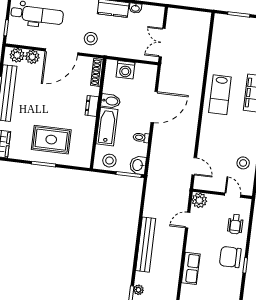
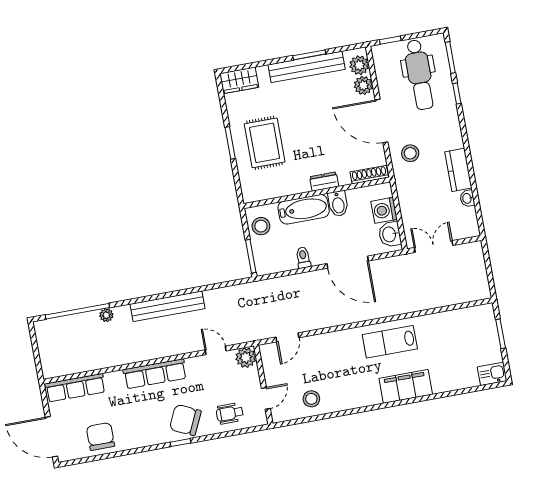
washbasin: (138, 165) -> (390, 234), moved, turned -90
chair: (230, 257) -> (185, 420), turned -65
row of seats: (191, 268) -> (155, 374), width x1.48

